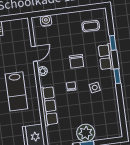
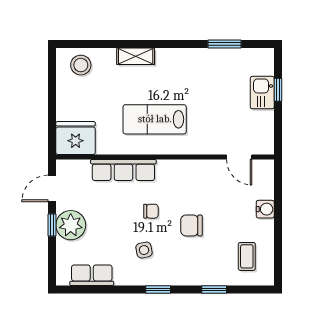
water cooler: (46, 21) -> (265, 209), moved
door: (34, 54) -> (239, 157), moved
row of seats: (106, 57) -> (92, 275), moved
plant: (43, 71) -> (182, 167), removed

